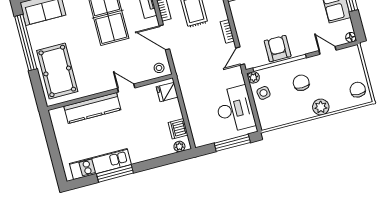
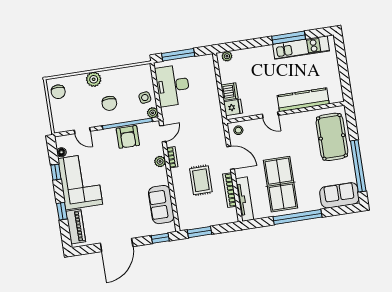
plant: (240, 26) -> (160, 161), added
floor lamp: (351, 37) -> (61, 152), moved
dishwasher: (178, 129) -> (229, 92), moved

